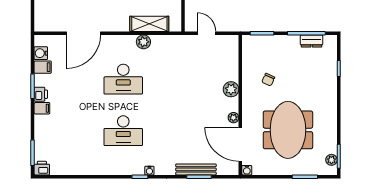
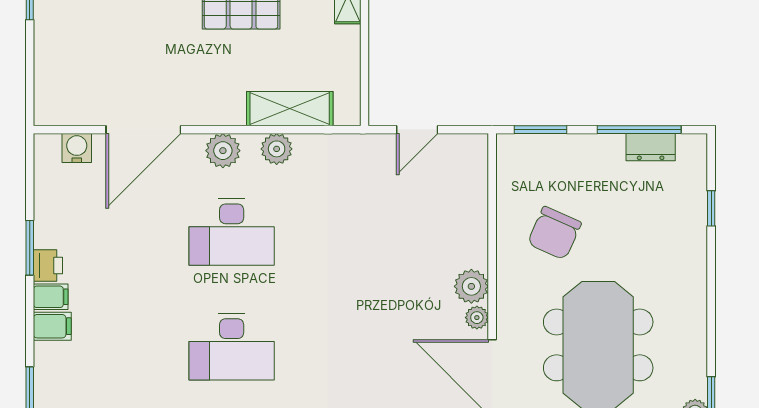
door: (207, 33) -> (417, 130), swing flipped
plant: (119, 43) -> (223, 151), added
water cooler: (41, 53) -> (77, 148), moved, turned 90
filing cabinet: (43, 67) -> (52, 326), moved
chair: (268, 80) -> (554, 233), width x1.87, depth x1.87
plant: (231, 89) -> (471, 286), moved

